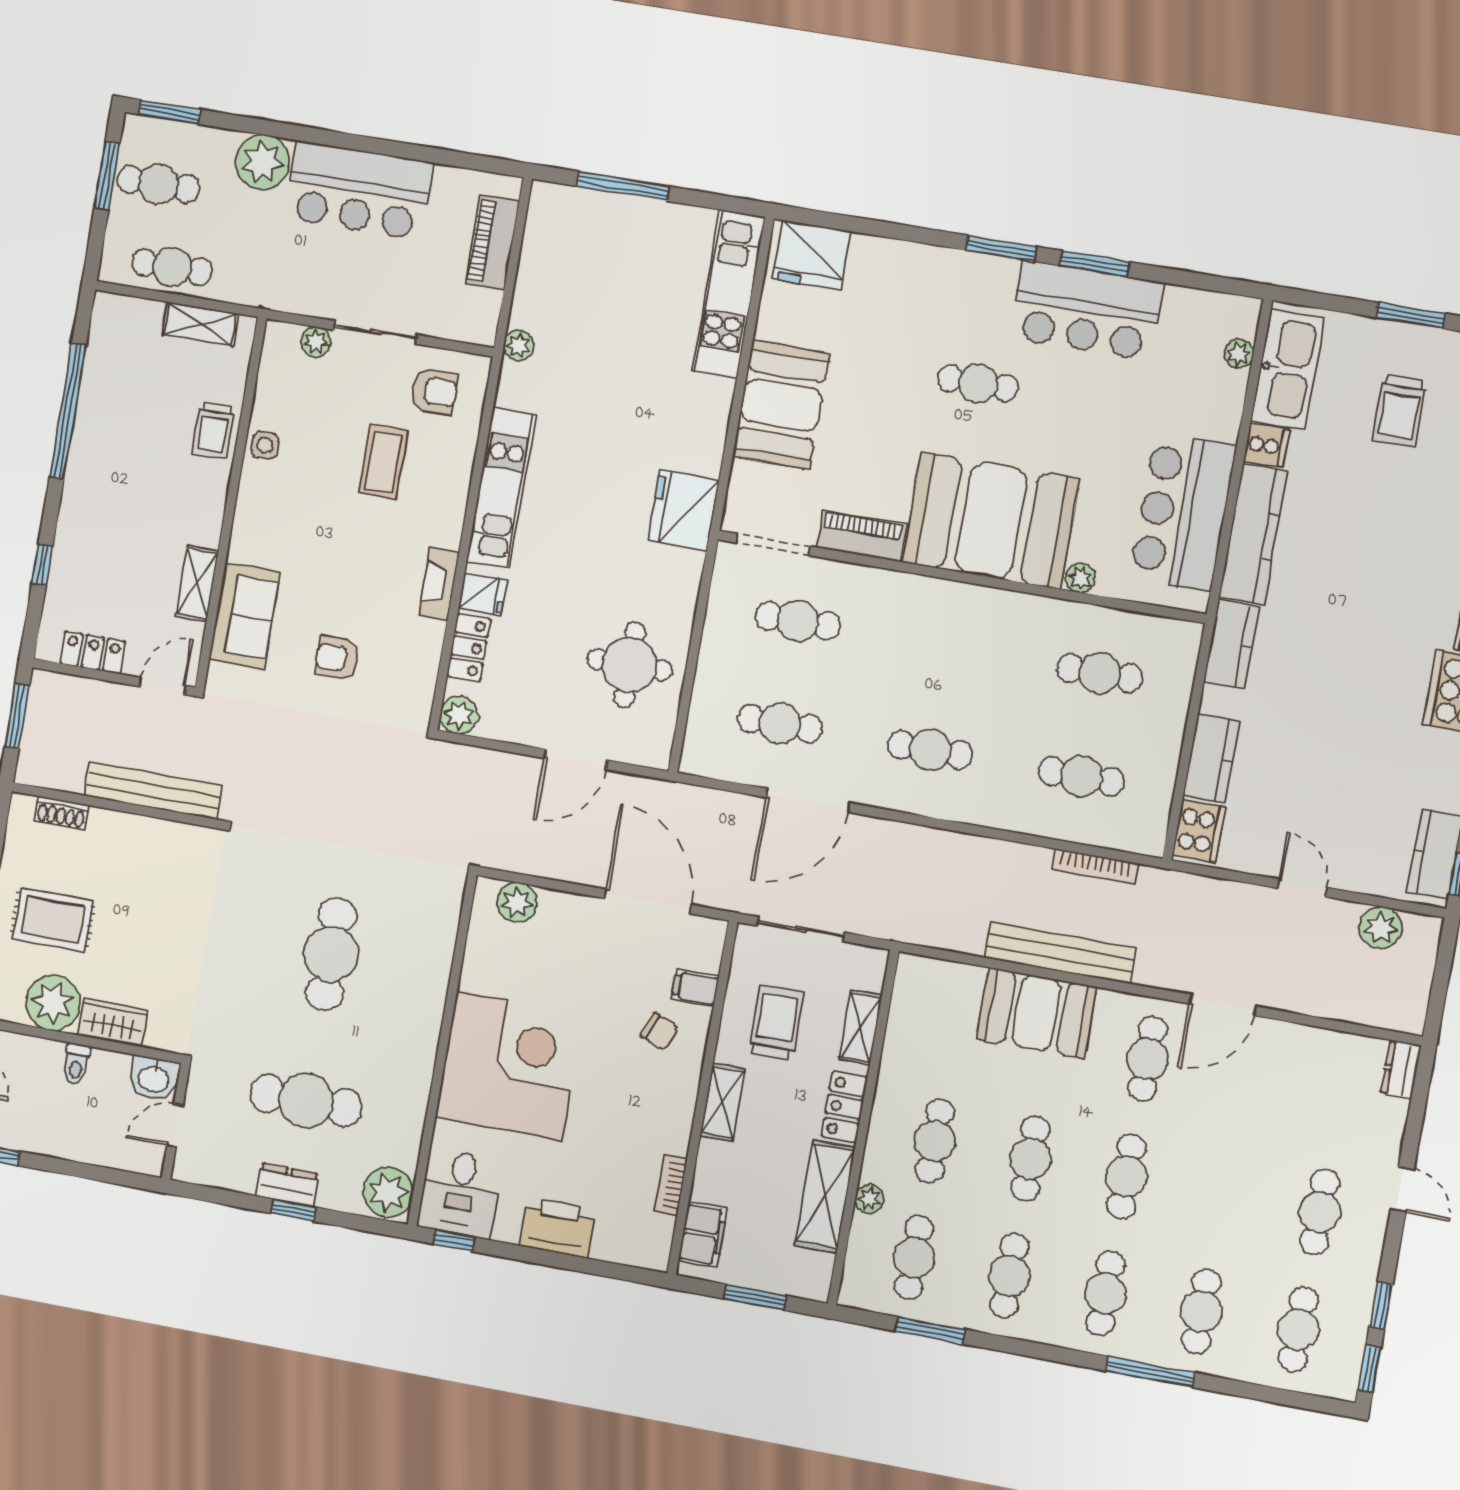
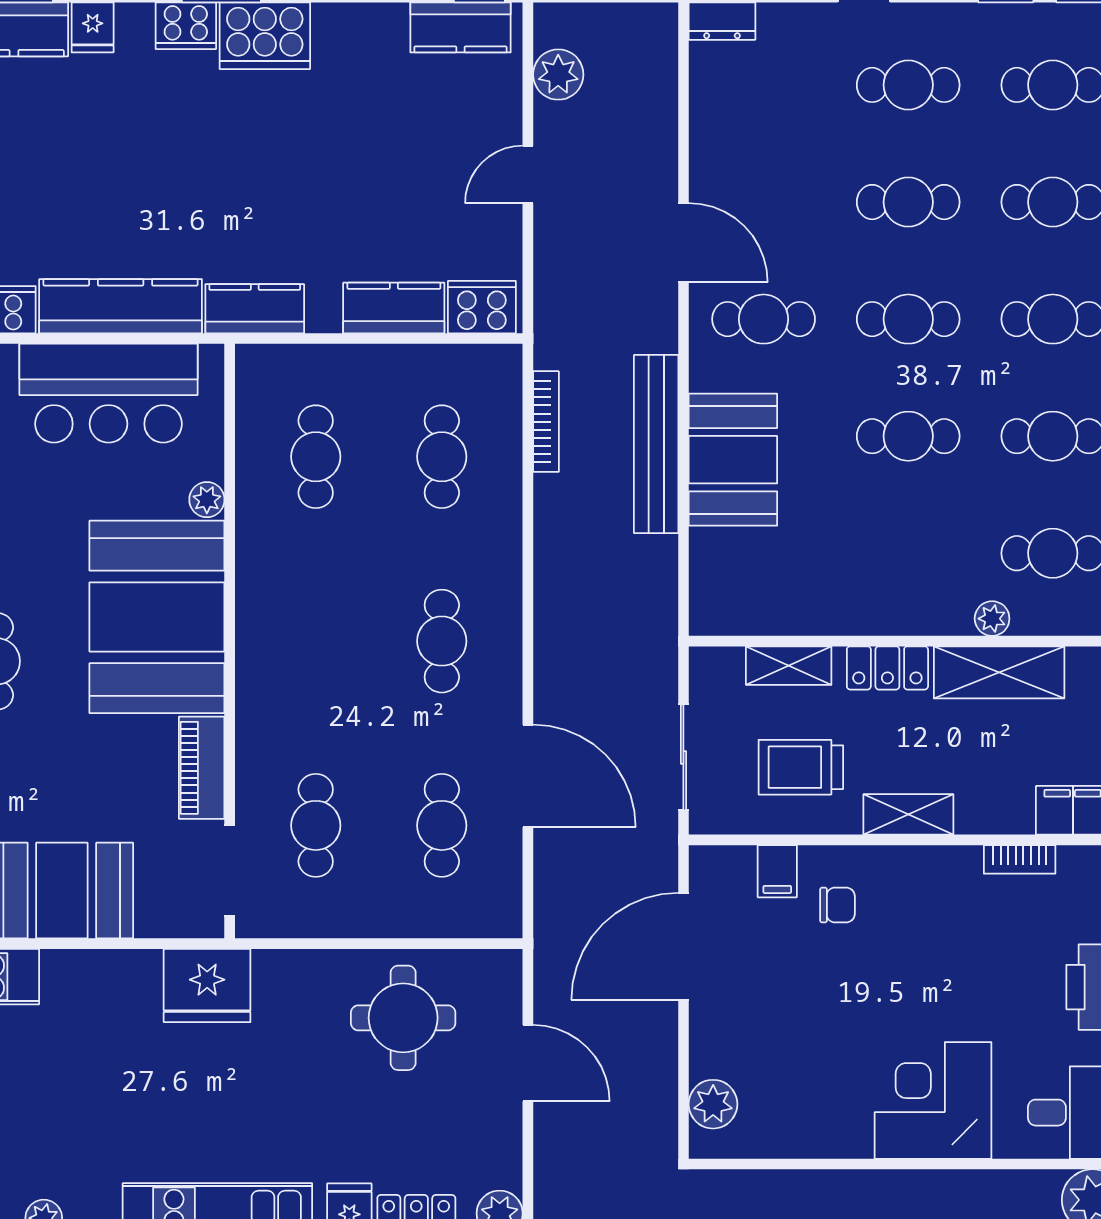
chair: (660, 1032) -> (837, 905), turned 67
corner desk: (509, 1066) -> (933, 1100), width x0.74, depth x0.74
cafe table: (935, 1141) -> (908, 202), moved

